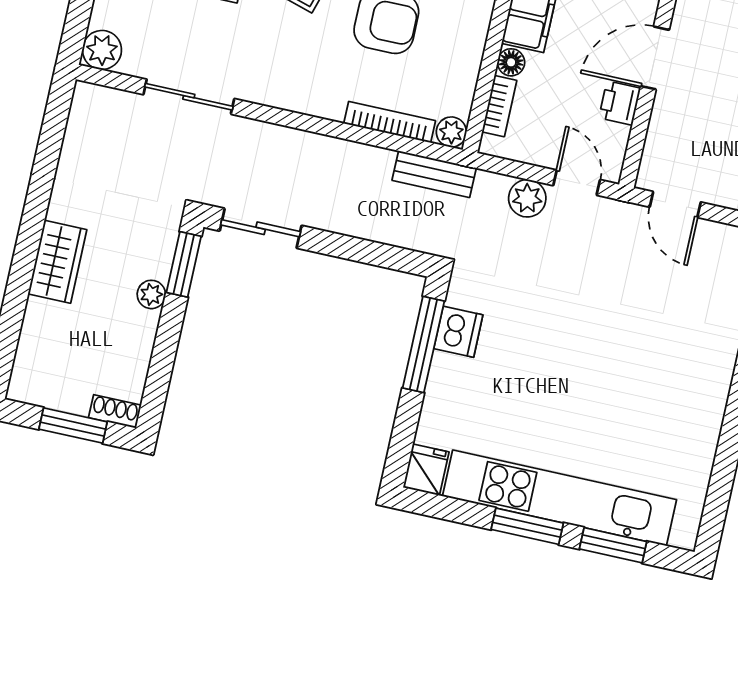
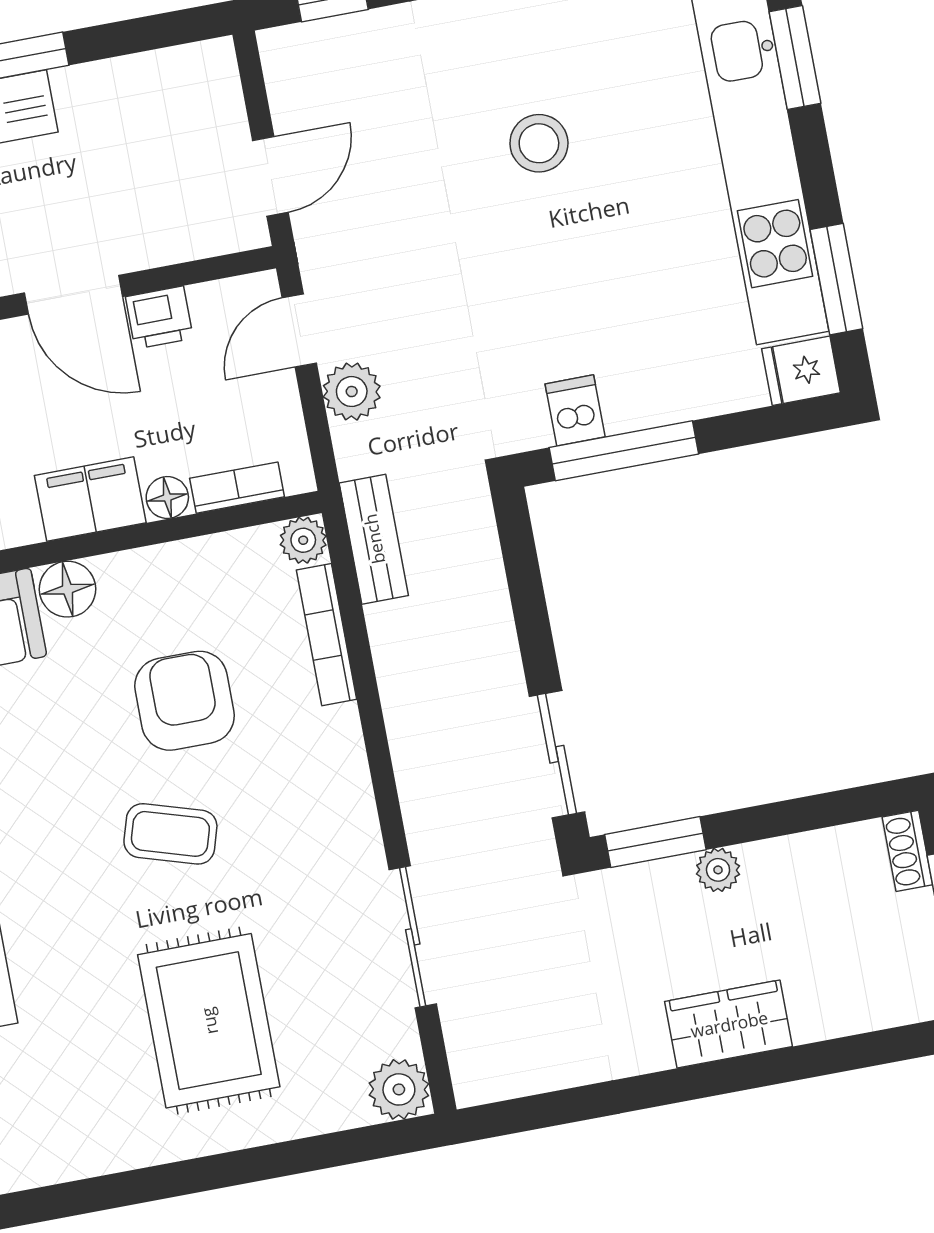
dishwasher: (458, 332) -> (575, 410), width x0.73
stool: (627, 372) -> (539, 143), added
window: (527, 526) -> (836, 279), moved

